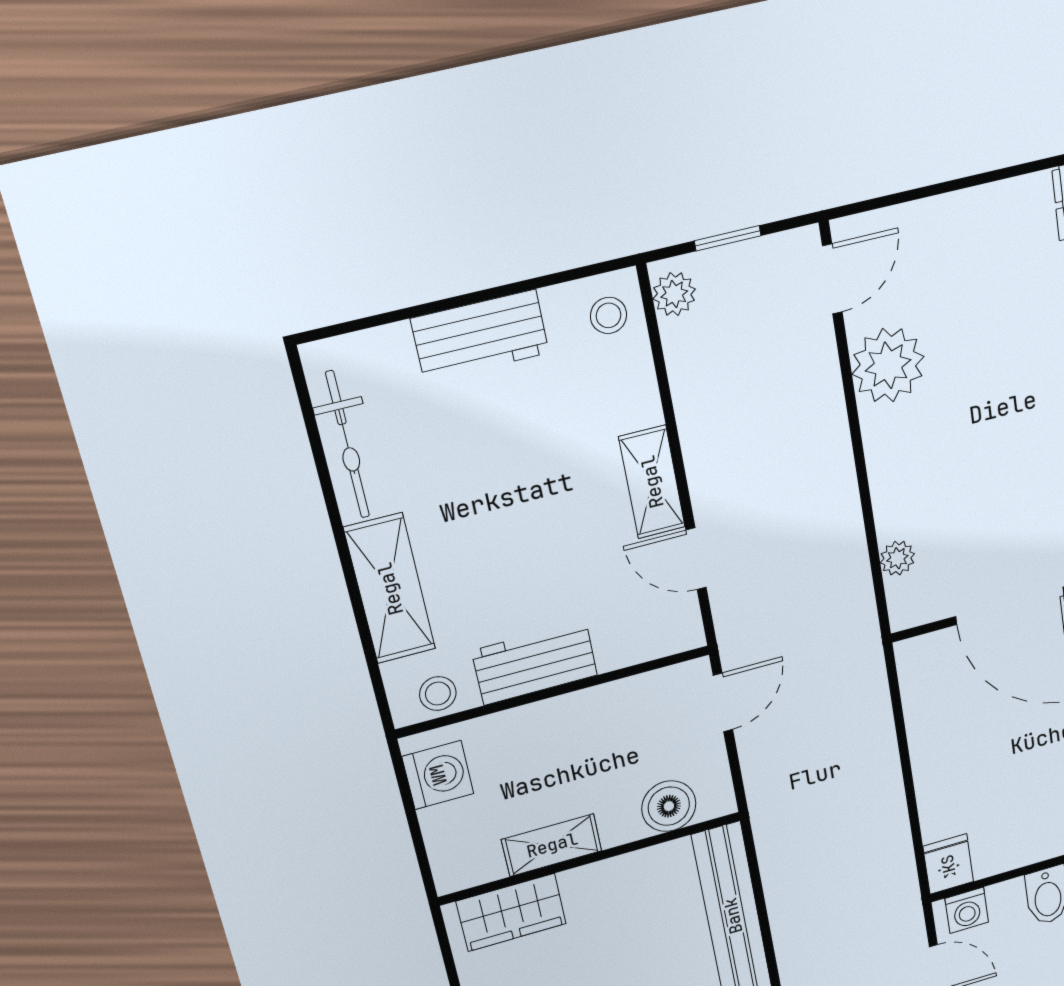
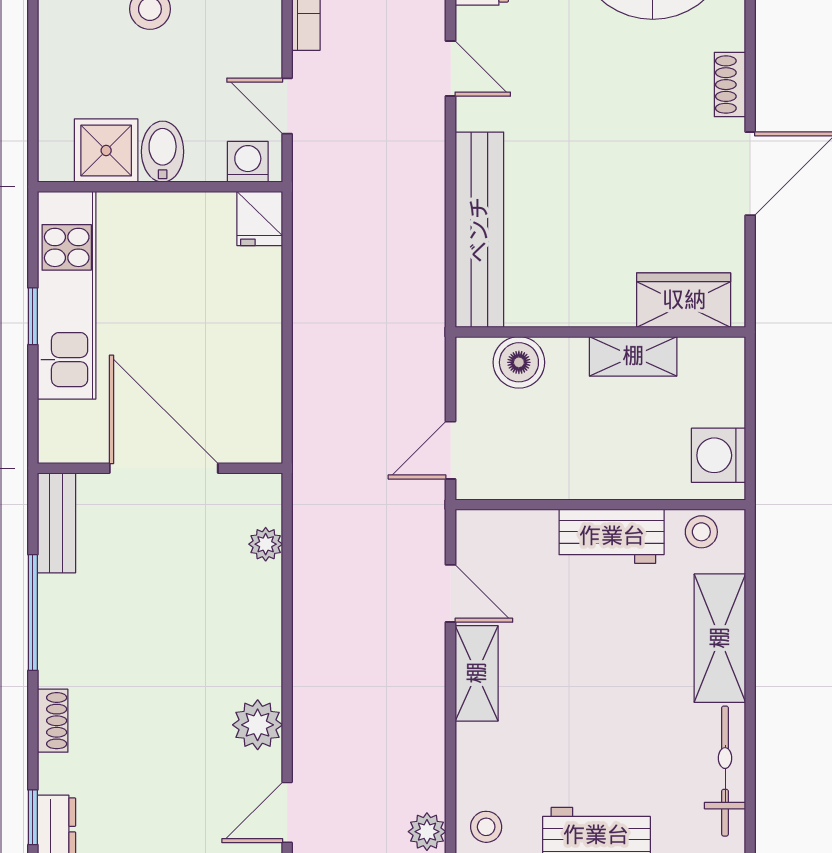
plant: (888, 365) -> (258, 725), width x0.73, depth x0.73

